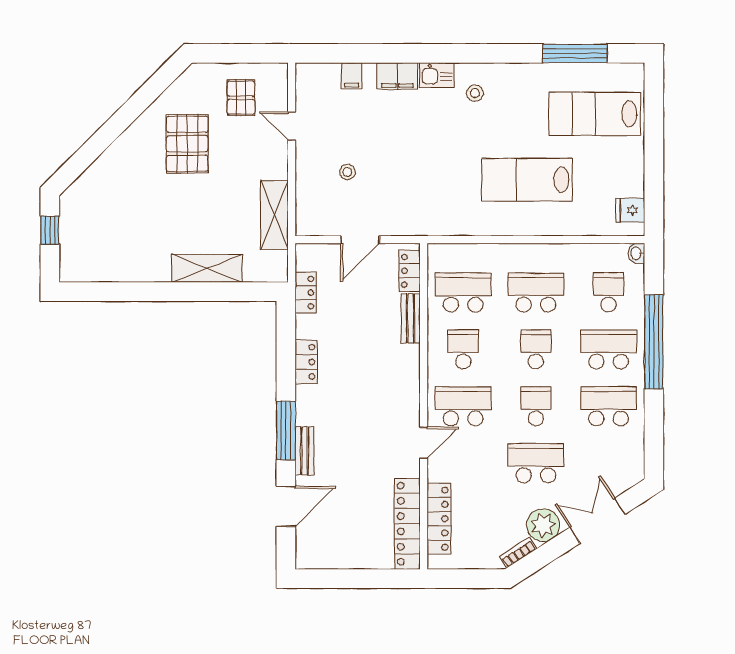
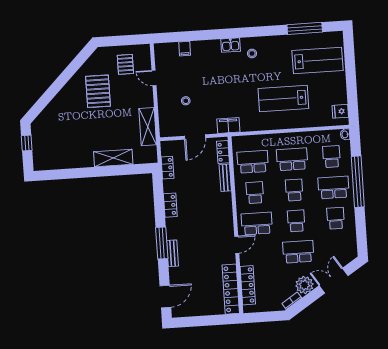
filing cabinet: (397, 76) -> (228, 126), moved, turned 180
lab bench: (595, 114) -> (318, 60), turned 180
school desk: (609, 406) -> (336, 218), width x0.54
door: (286, 506) -> (165, 297), moved

